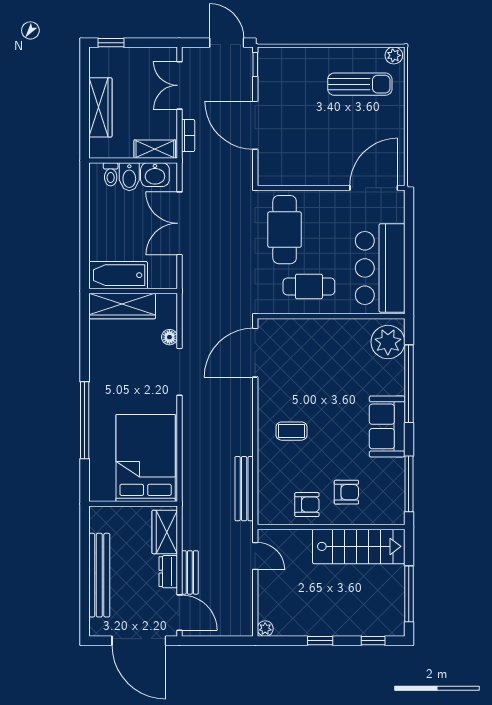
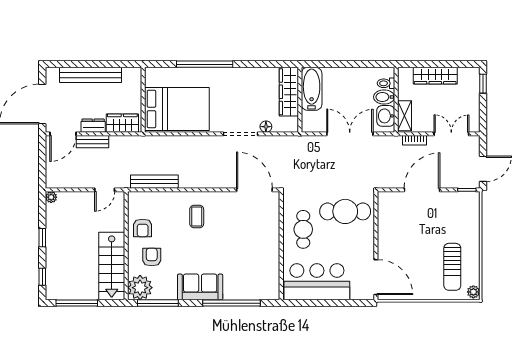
plant: (388, 342) -> (140, 288), moved
armchair: (346, 492) -> (152, 257), turned 180

